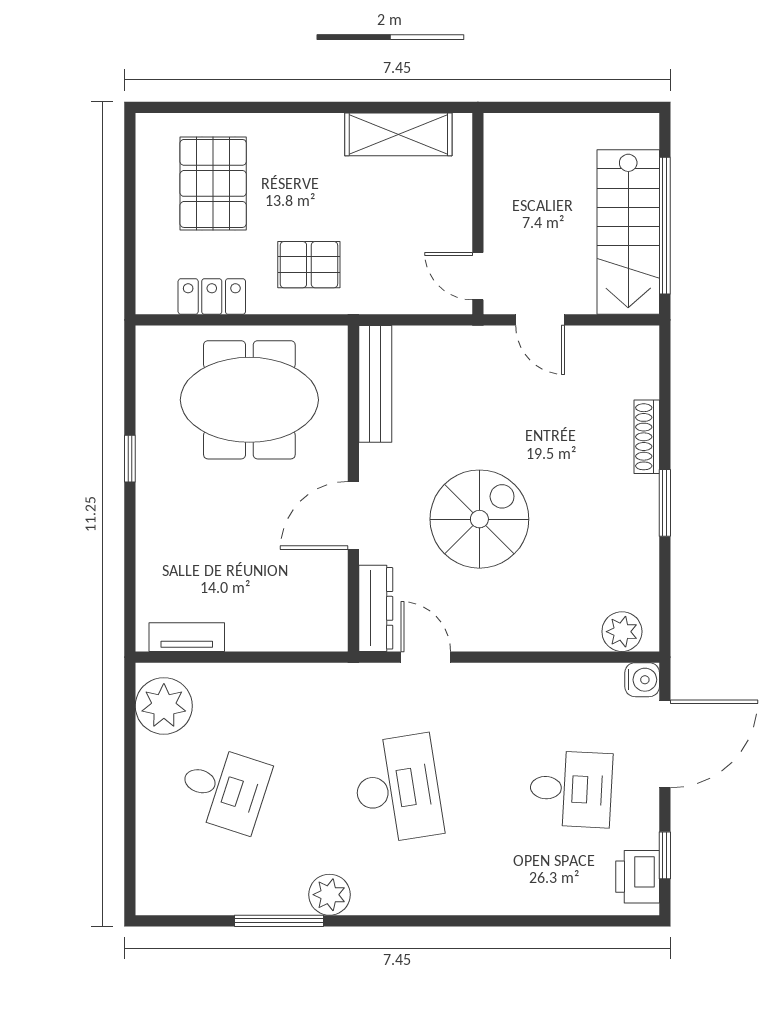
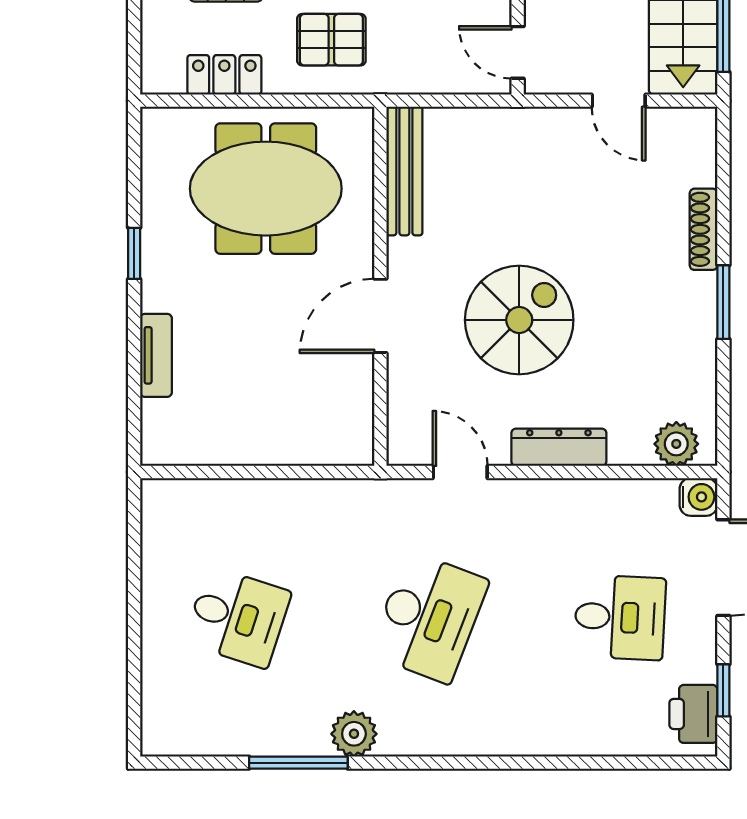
door: (540, 320) -> (619, 101), moved
dresser: (376, 608) -> (559, 447), moved, turned -90
tv unit: (187, 637) -> (156, 355), moved, turned 90
plant: (164, 706) -> (171, 526), removed
desk: (397, 789) -> (429, 617), turned 30

